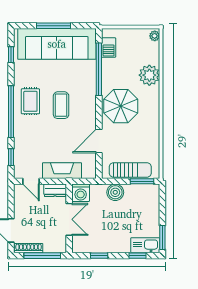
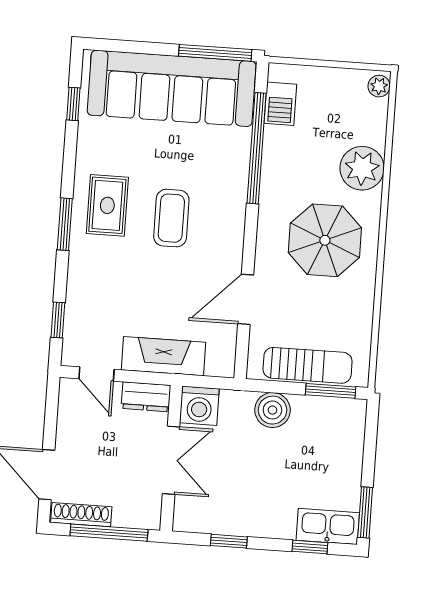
window: (54, 26) -> (215, 53), moved
parasol: (121, 106) -> (325, 240), moved
window: (11, 112) -> (65, 224), width x0.47

